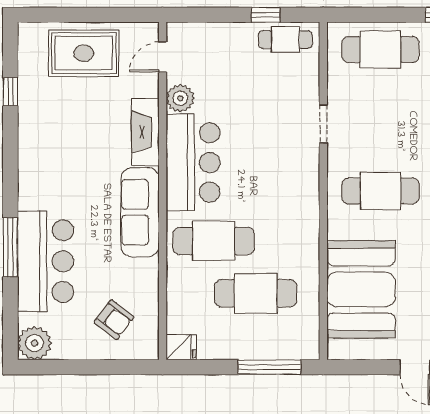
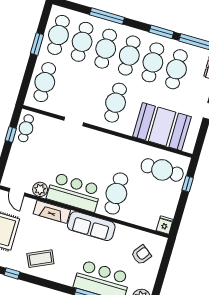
coffee table: (53, 136) -> (40, 259), added
cafe table: (256, 293) -> (162, 170), moved, turned 90
window: (269, 367) -> (188, 184), width x0.46

